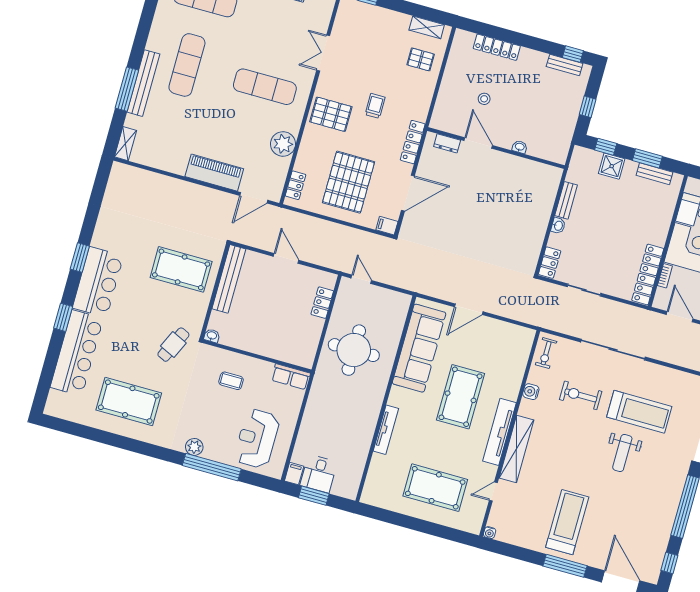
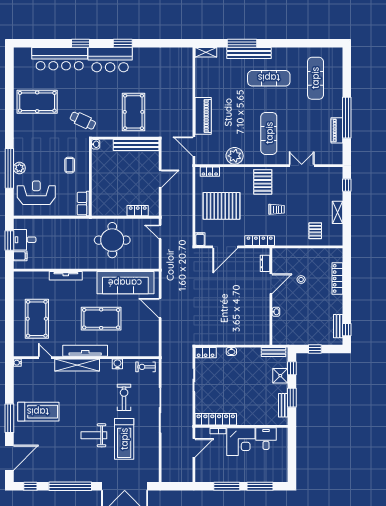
shelving: (427, 27) -> (337, 212), moved
door: (408, 193) -> (225, 247), hinge flipped
bench: (566, 200) -> (273, 352), moved
door: (361, 279) -> (160, 232), swing flipped
pool table: (129, 402) -> (37, 102), turned 90
plant: (194, 447) -> (19, 168), moved
filing cabinet: (294, 474) -> (20, 256), moved

